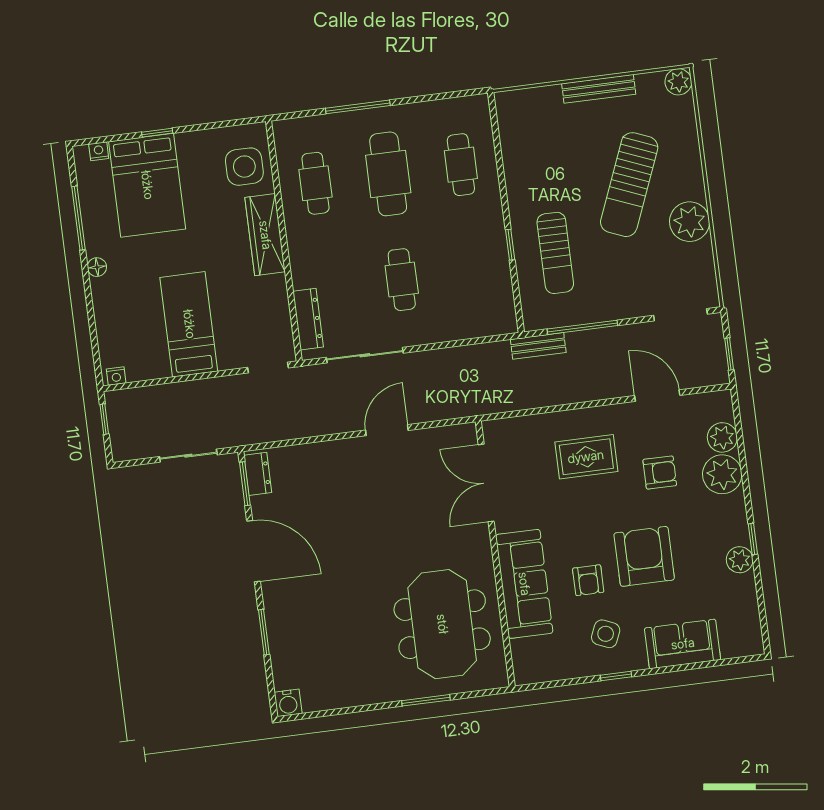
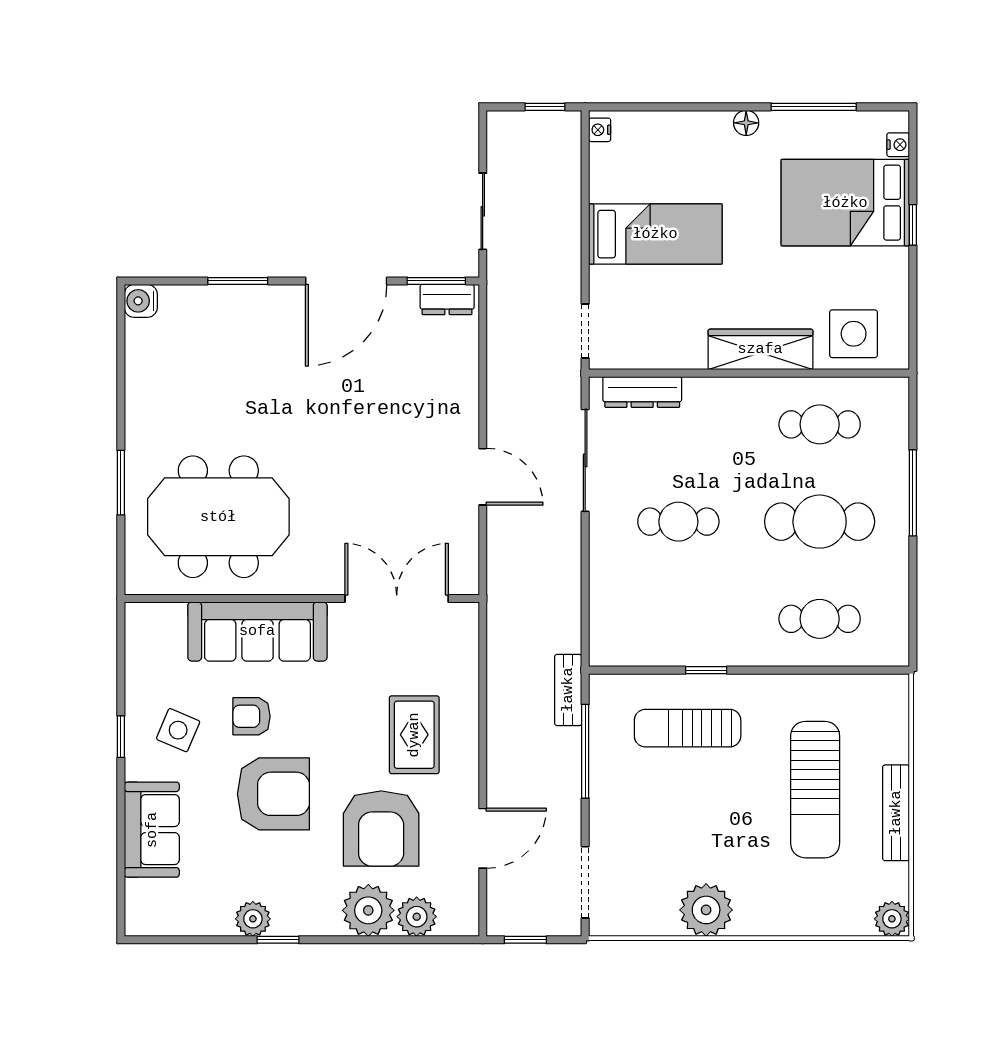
sun lounger: (629, 185) -> (815, 790), moved, turned -112
armchair: (660, 473) -> (381, 829), width x1.88, depth x1.88

